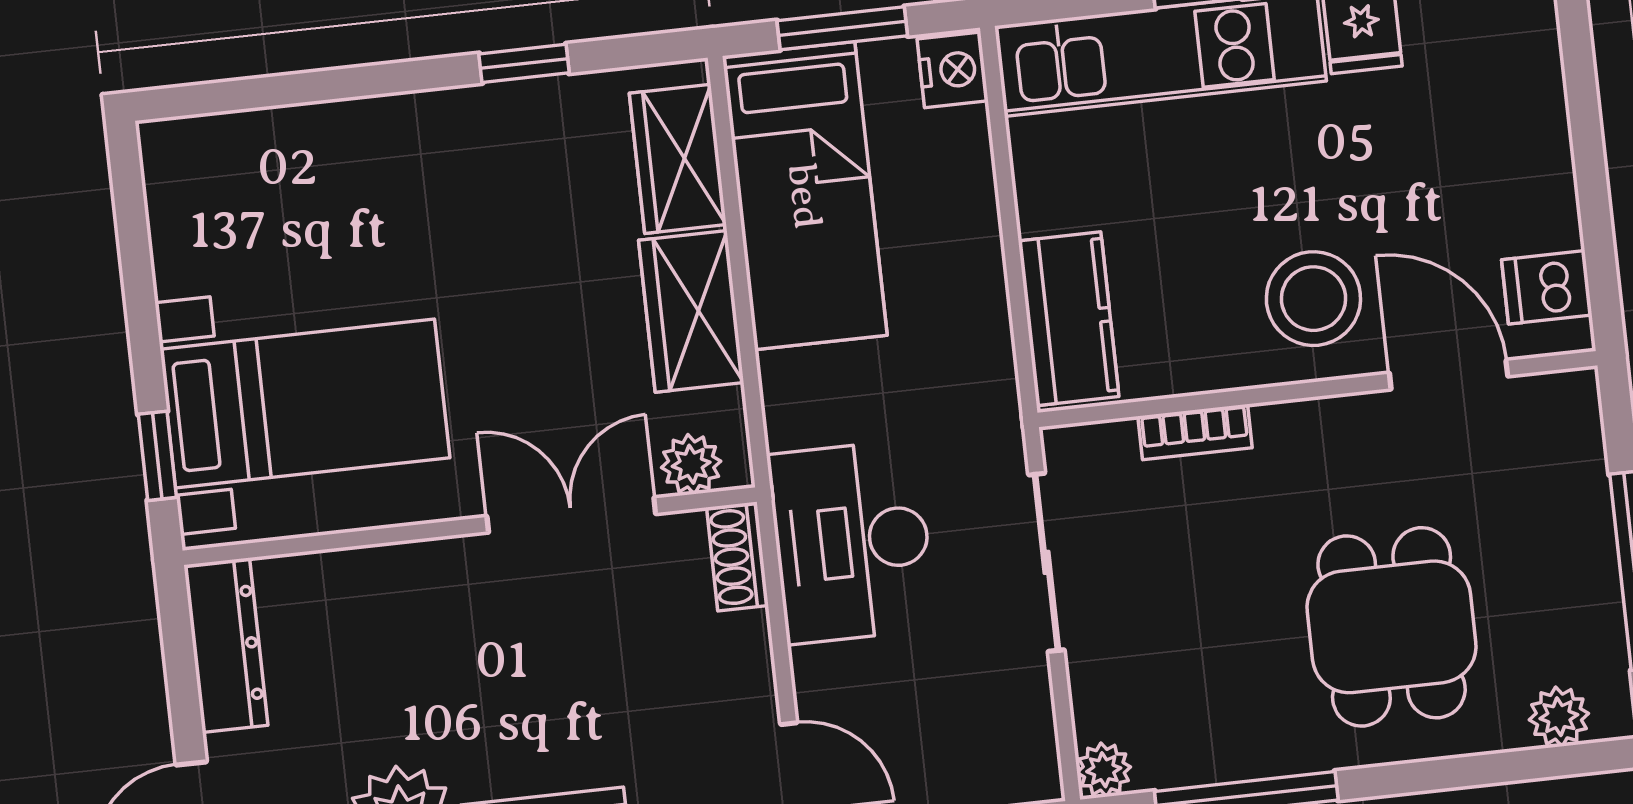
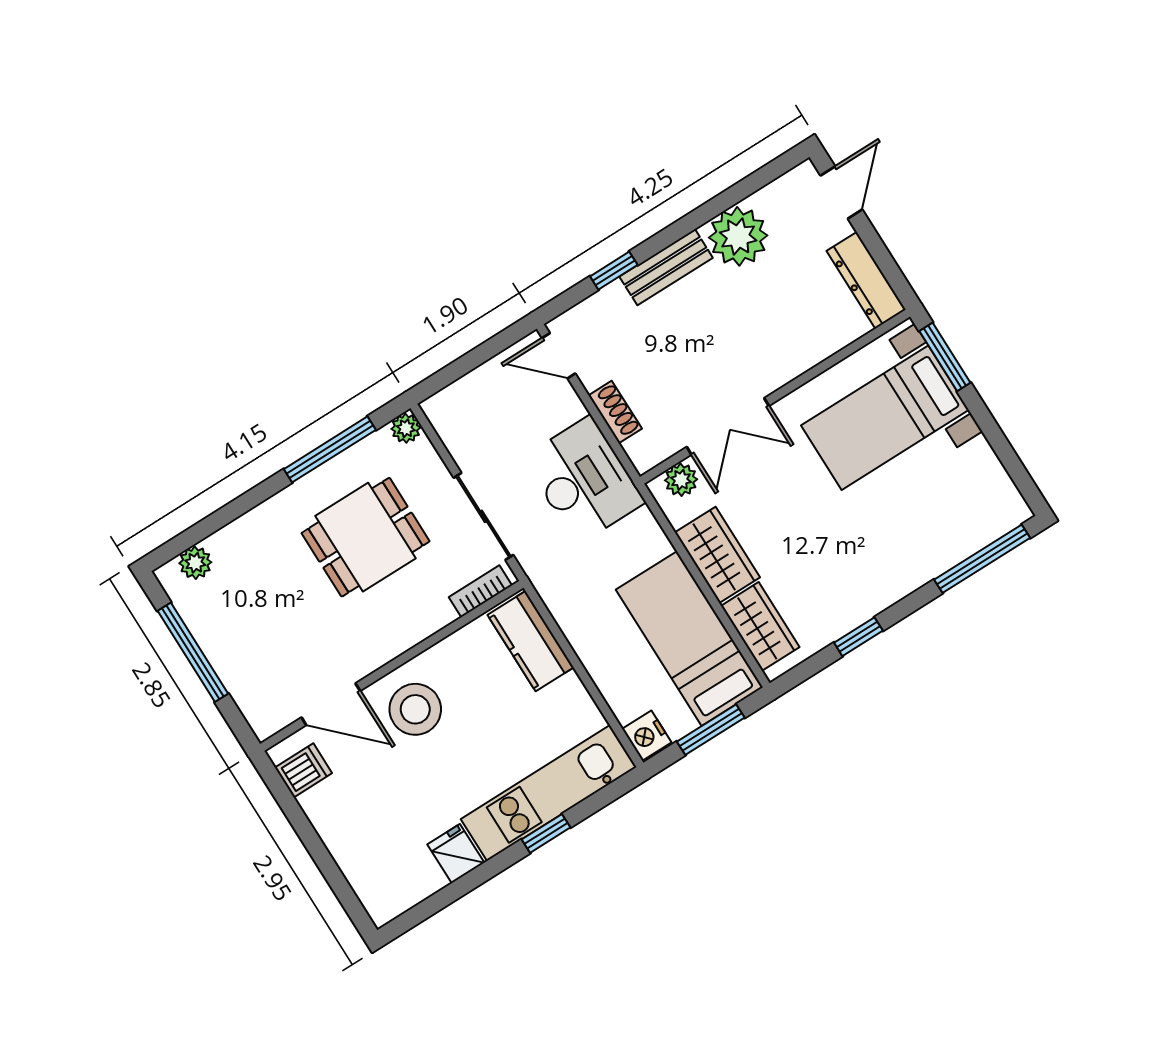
window: (258, 93) -> (982, 559), added
bookcase: (1195, 432) -> (480, 591), moved
window: (157, 456) -> (945, 357), width x1.50
shoe rack: (737, 556) -> (615, 412), moved
dining table: (1392, 627) -> (366, 537), moved, turned 90

